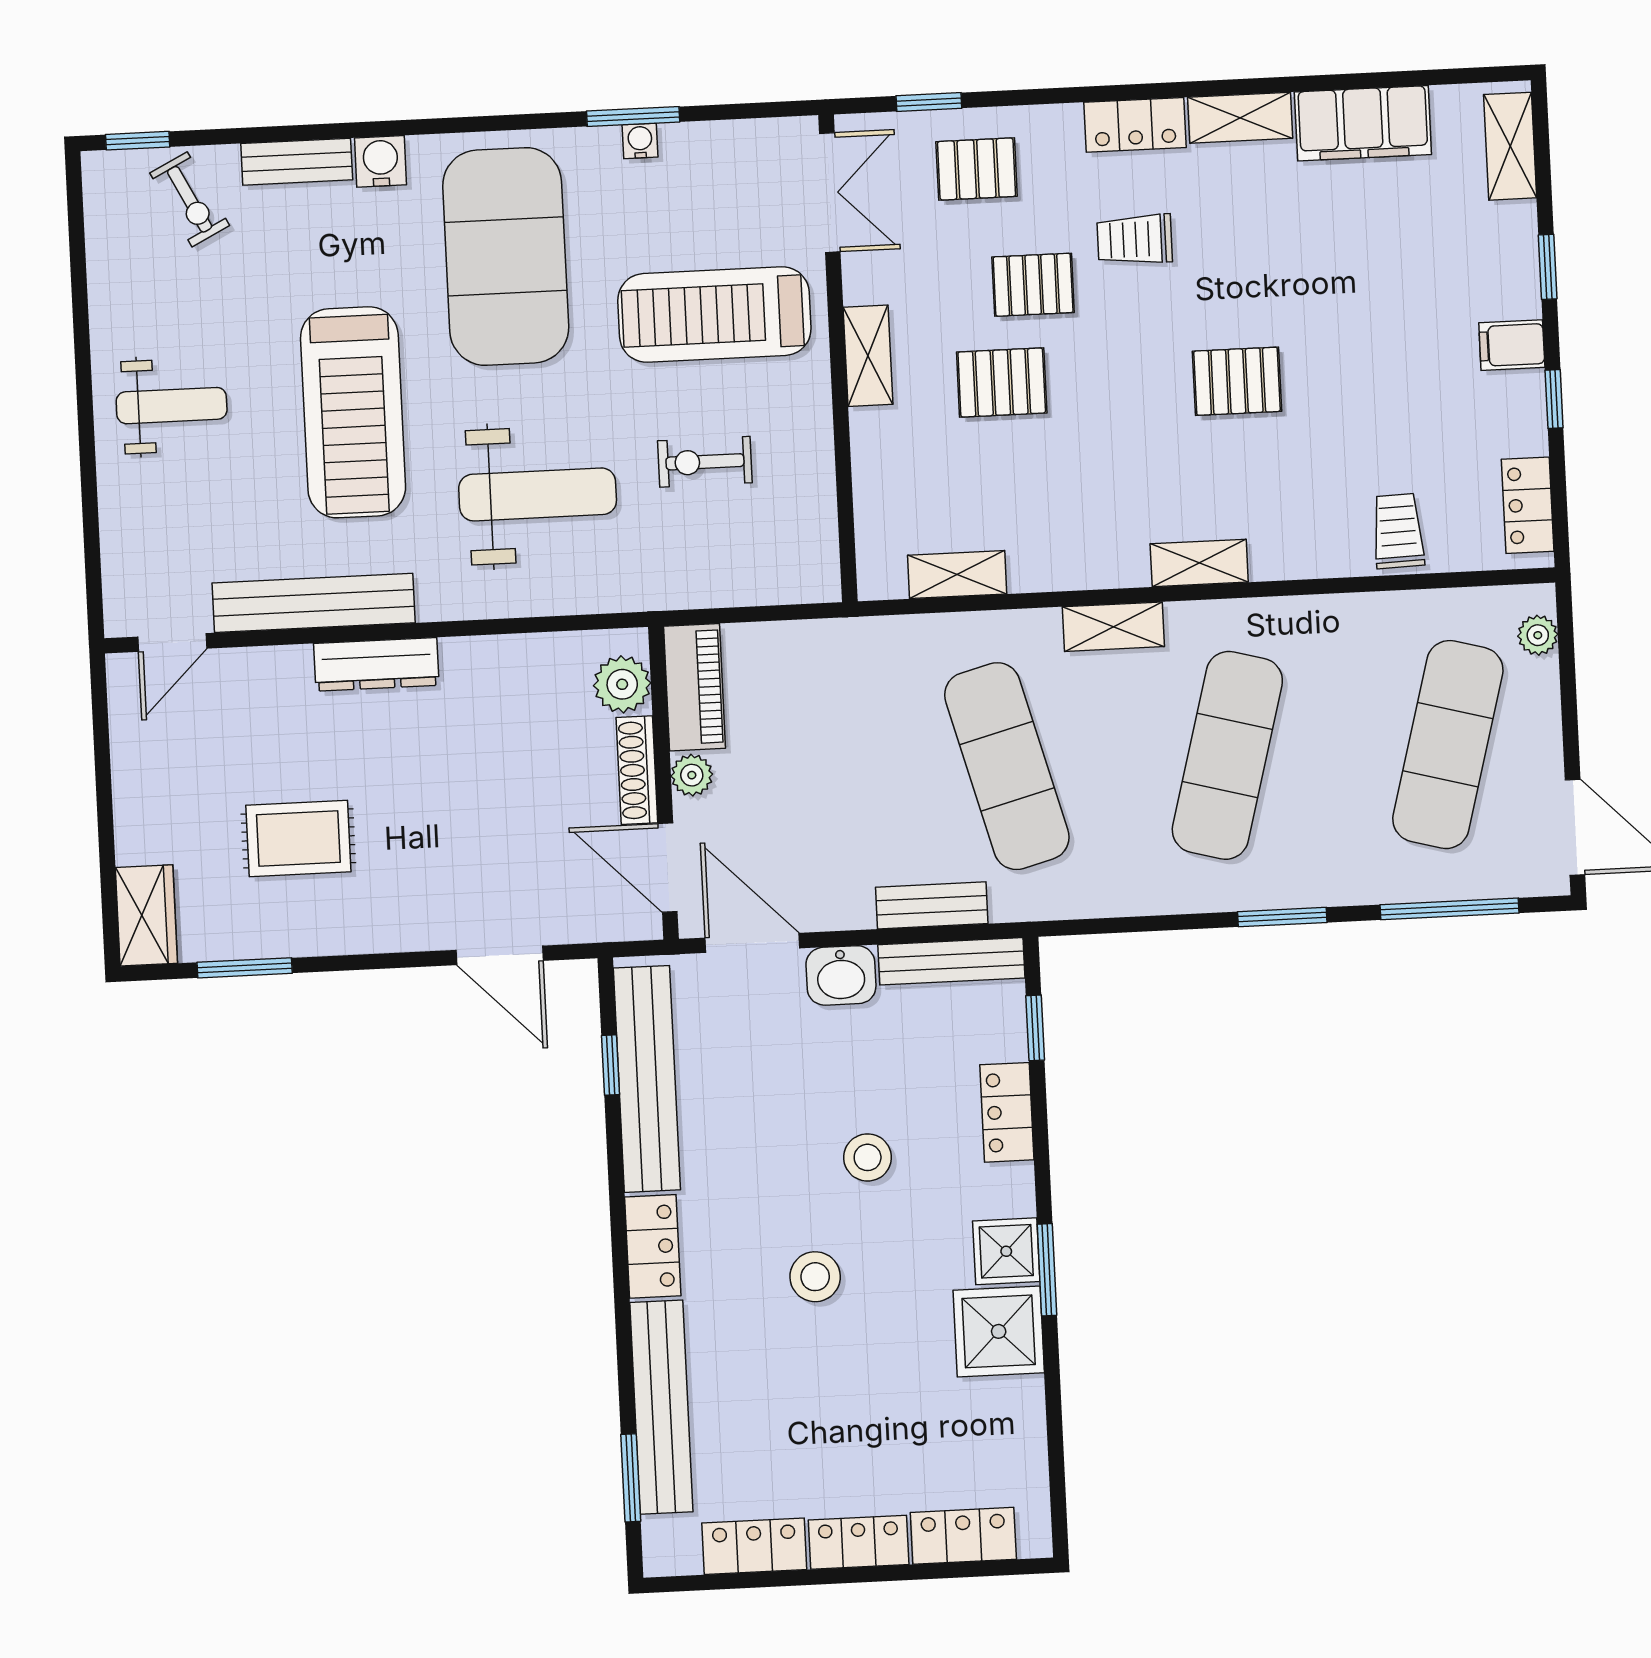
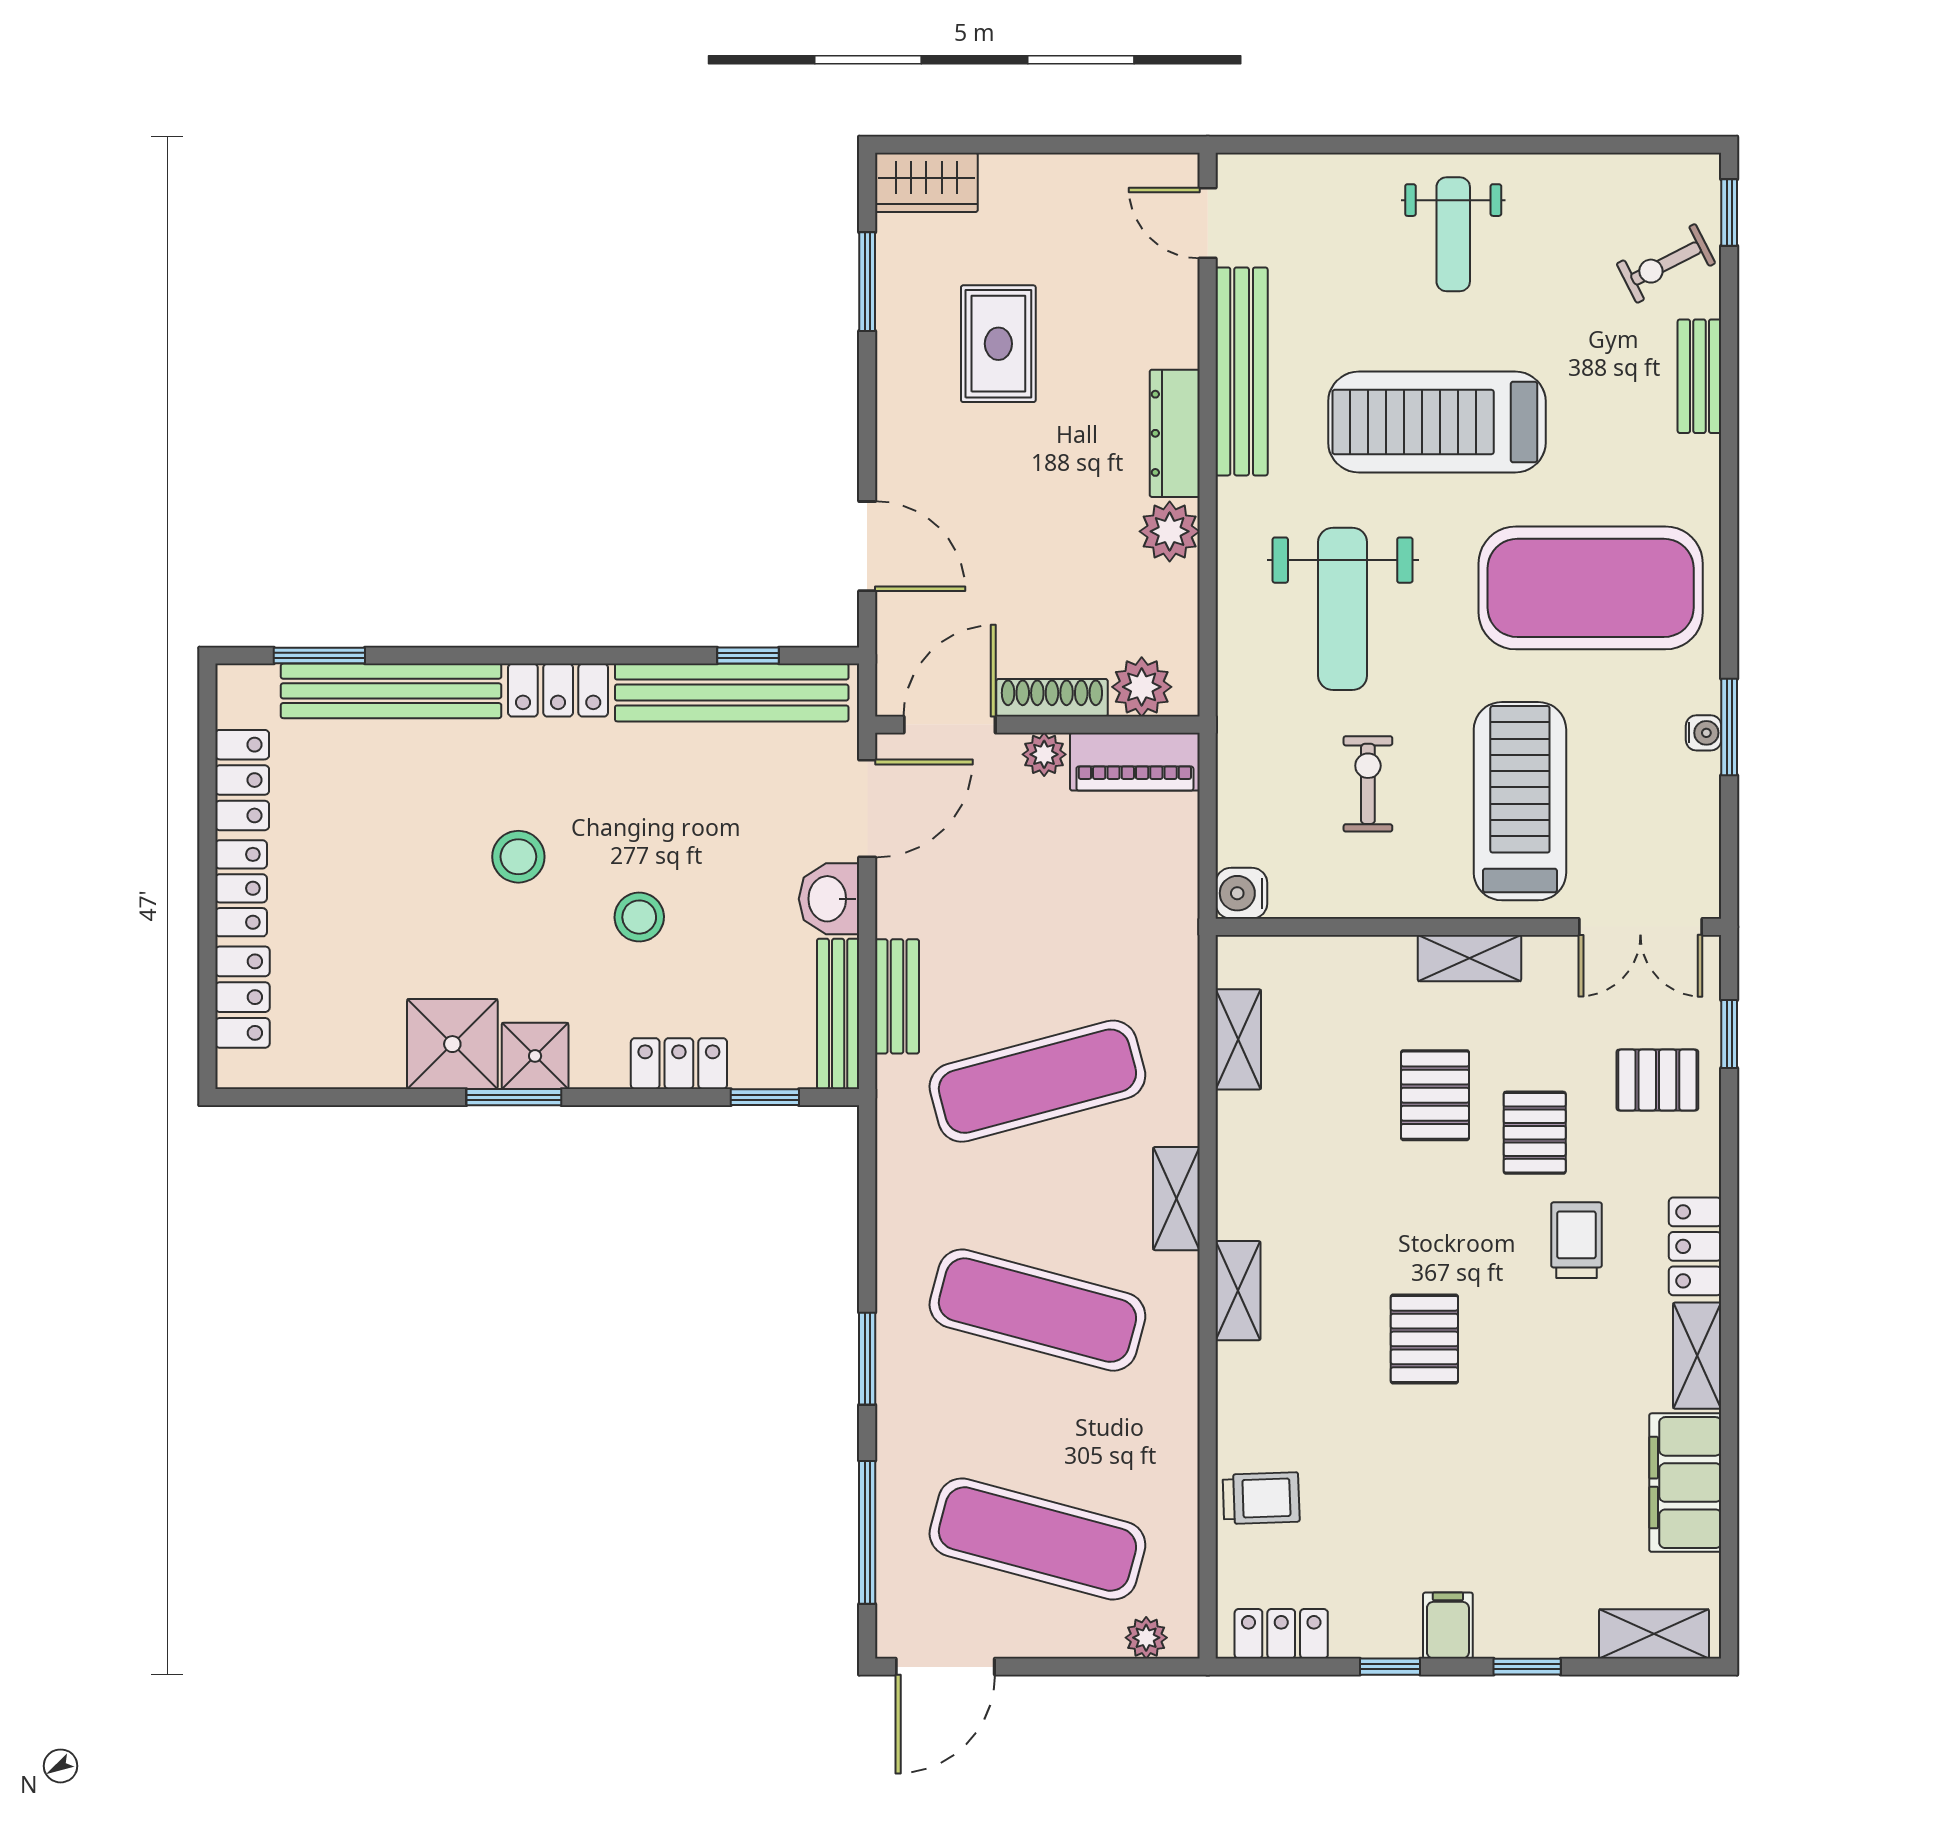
water cooler: (381, 161) -> (1241, 893), moved, turned 180
pallet: (977, 169) -> (1657, 1080), turned 90
plant: (471, 665) -> (1170, 531), added
door: (500, 955) -> (867, 546), swing flipped

